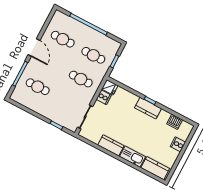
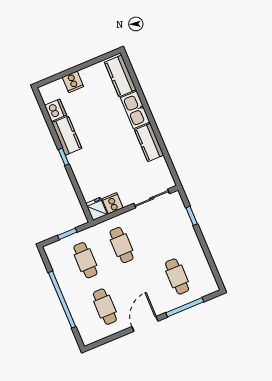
kitchen counter: (148, 108) -> (67, 136), moved

